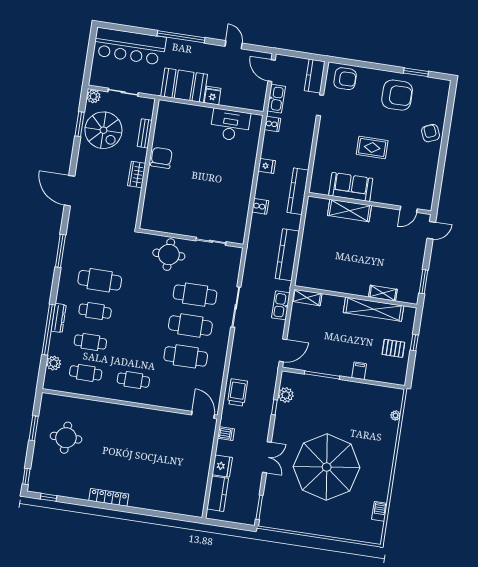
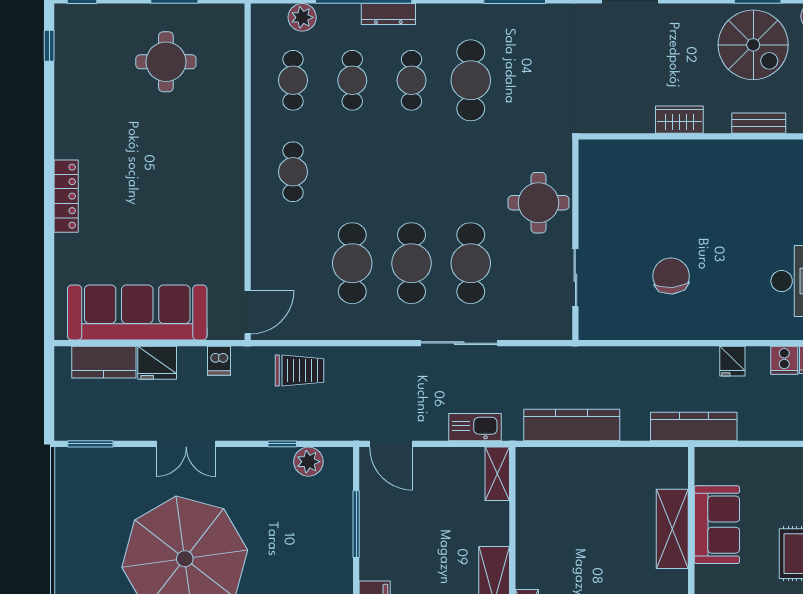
spiral stairs: (103, 130) -> (753, 45), turned -90
chair: (161, 158) -> (671, 276), moved, turned -94
cooker: (260, 206) -> (784, 360), moved
sofa: (194, 472) -> (137, 313), added
locker: (109, 497) -> (66, 196), moved

